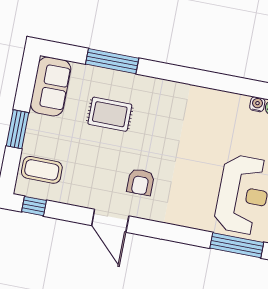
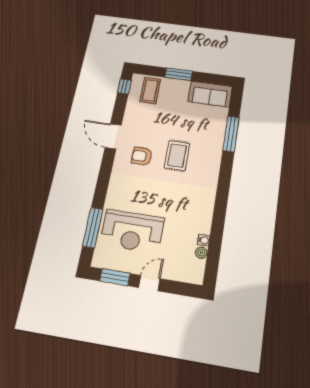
rug: (110, 114) -> (177, 156), moved
door: (110, 221) -> (113, 136), hinge flipped

